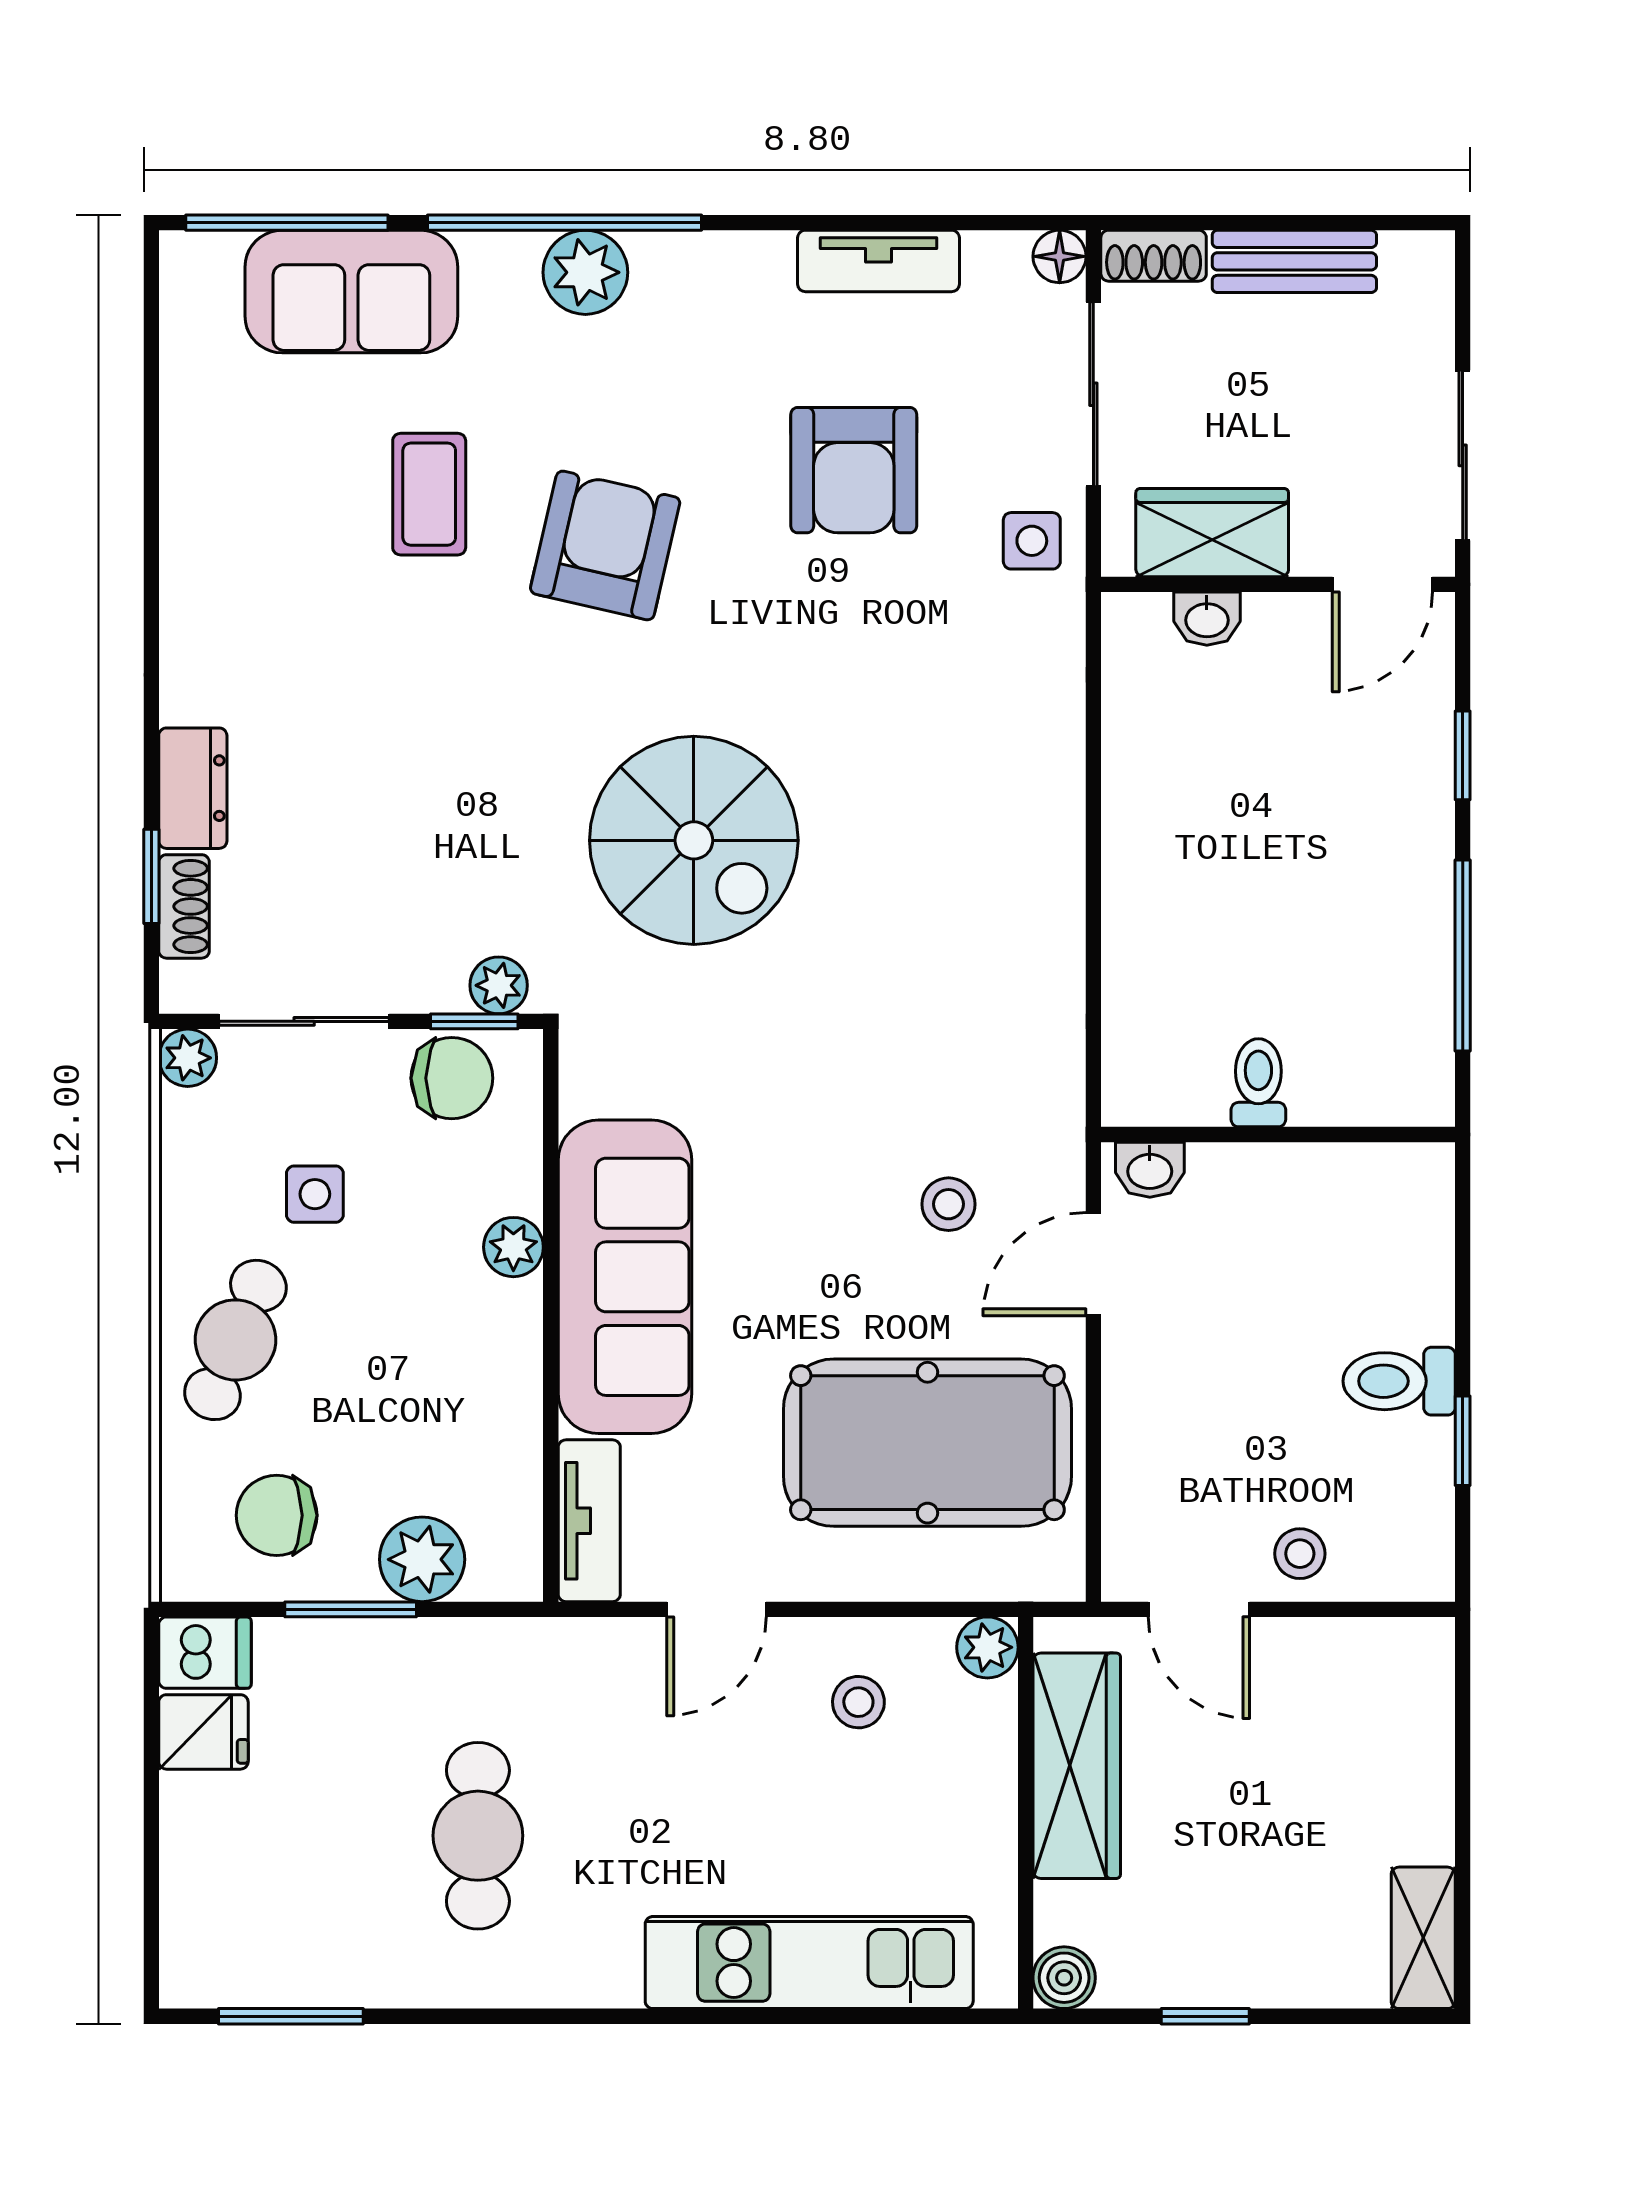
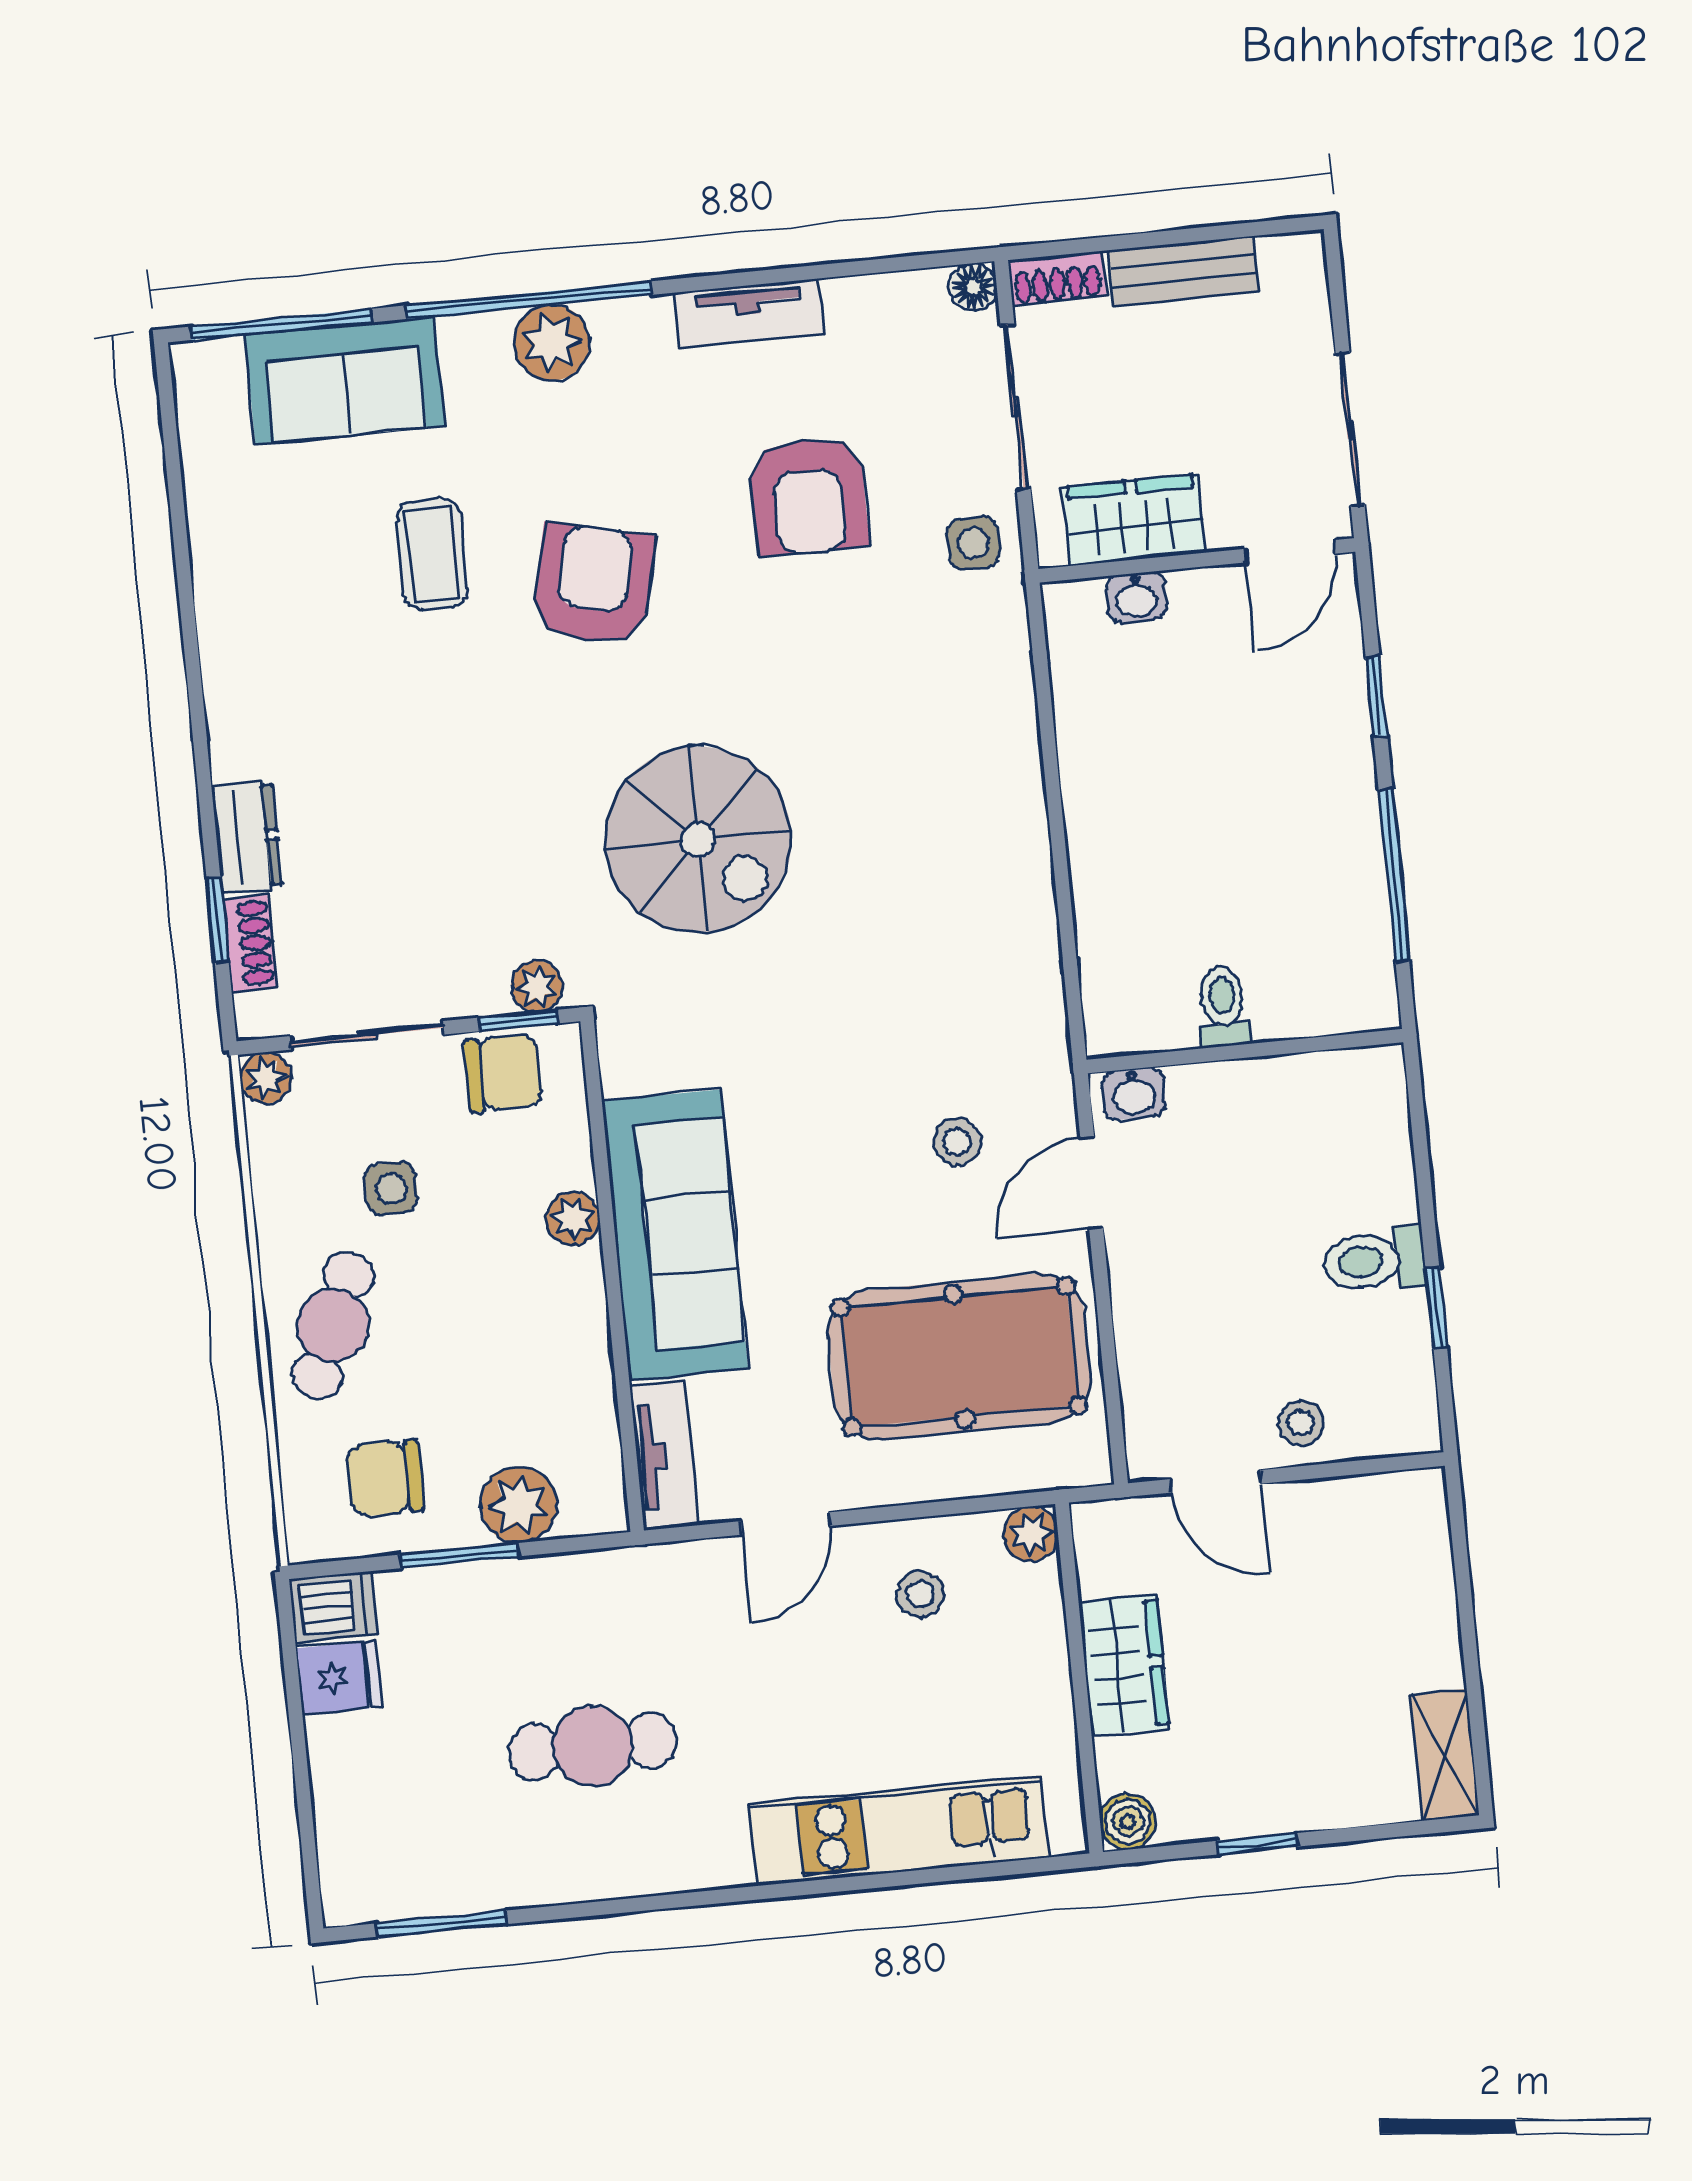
tv unit: (879, 261) -> (749, 313), moved
wardrobe: (1077, 1766) -> (1124, 1665), width x0.67
cafe table: (478, 1836) -> (593, 1746), turned 90

